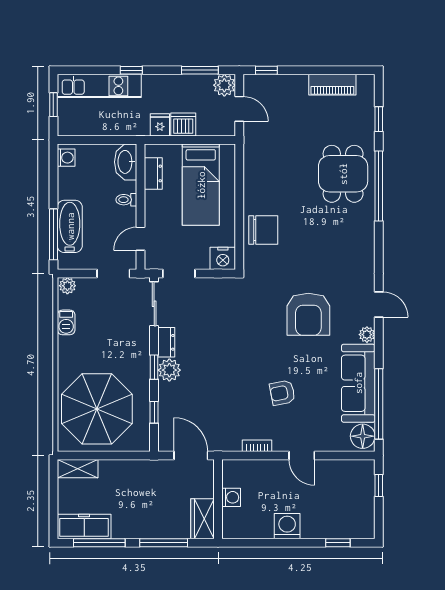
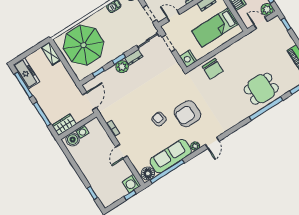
door: (239, 109) -> (261, 23), swing flipped
armchair: (282, 393) -> (159, 119), moved
boiler: (234, 520) -> (73, 140), added
washing machine: (287, 526) -> (131, 184), moved, turned 180

